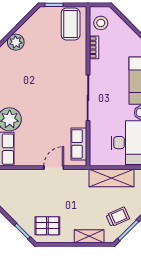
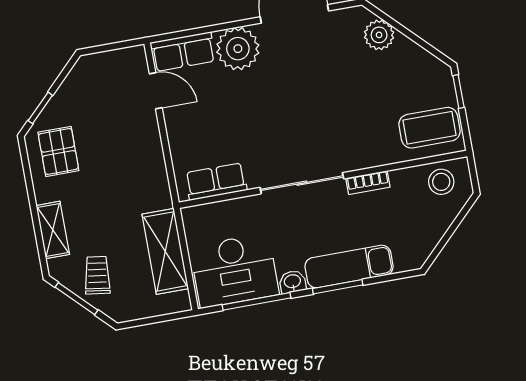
bookcase: (94, 47) -> (368, 183), moved
door: (54, 168) -> (156, 91), moved
trolley: (118, 217) -> (97, 275), turned -148

